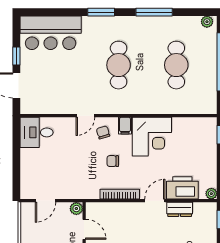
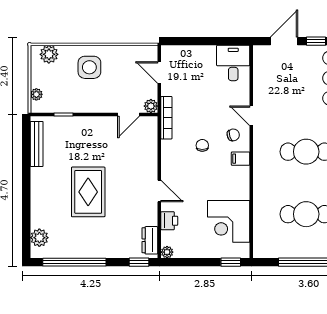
corner desk: (152, 137) -> (229, 221), moved
printer: (182, 188) -> (169, 221), width x0.53, depth x0.68
bookcase: (120, 194) -> (166, 118), moved
dresser: (180, 209) -> (150, 240), moved

